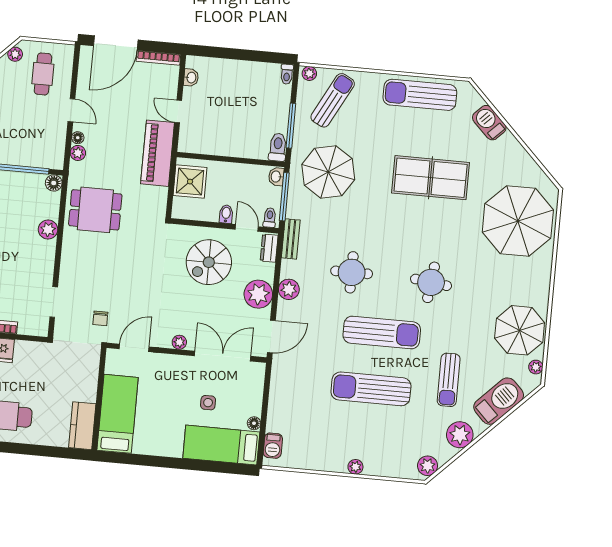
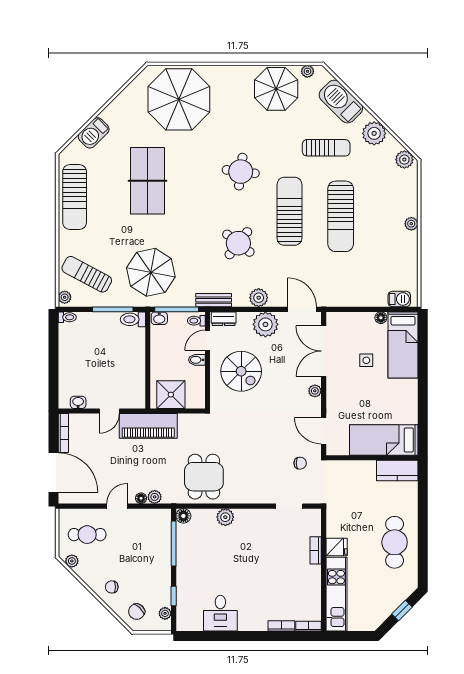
round table: (352, 272) -> (238, 243), turned 38

